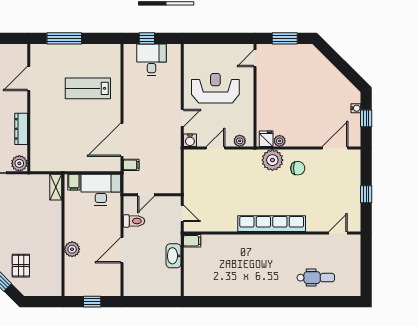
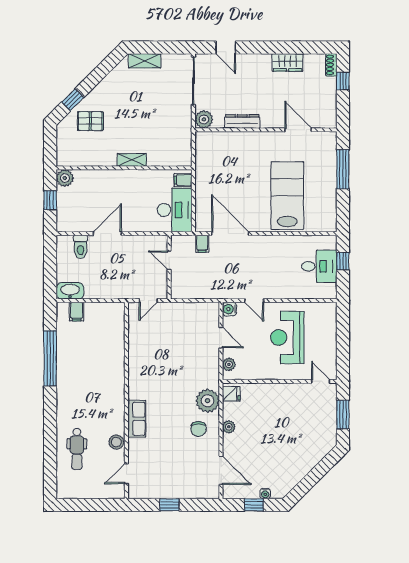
lab bench: (88, 88) -> (287, 196), width x1.36, depth x1.39
reception desk: (215, 88) -> (287, 337), turned 180
plant: (280, 141) -> (229, 427), moved
shelving: (56, 187) -> (132, 160), moved
toilet: (134, 221) -> (81, 247), moved
row of seats: (272, 224) -> (137, 419), width x0.50
door: (338, 233) -> (126, 474), swing flipped
filing cabinet: (192, 241) -> (77, 312), moved
stool: (310, 242) -> (116, 442), added
plant: (72, 249) -> (65, 178), moved
door: (122, 250) -> (107, 233), hinge flipped
washbasin: (173, 256) -> (70, 291), moved
window: (234, 302) -> (50, 358), added

